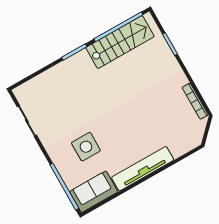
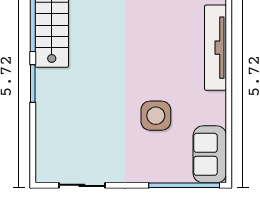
side table: (86, 147) -> (156, 116), moved
tv unit: (143, 169) -> (215, 48), moved

